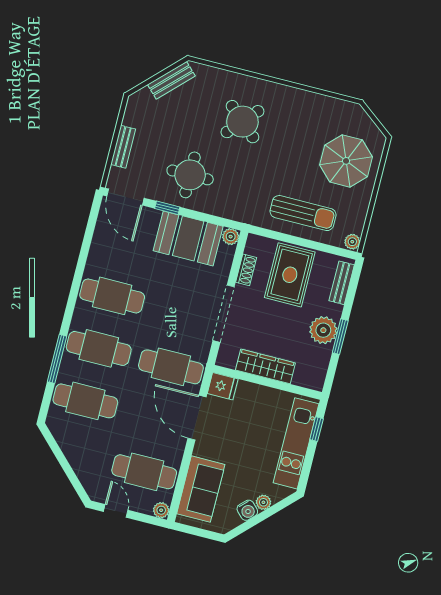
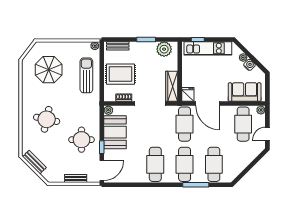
round table: (242, 122) -> (47, 119), turned -30
parasol: (346, 161) -> (49, 70), moved
plant: (323, 330) -> (164, 49), moved
wardrobe: (265, 366) -> (172, 86), moved
door: (197, 418) -> (208, 104), hinge flipped

